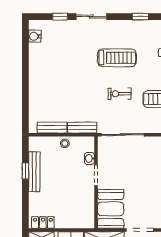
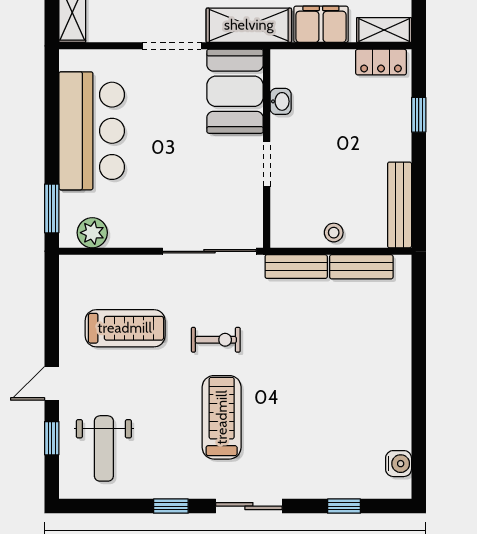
sliding door: (91, 17) -> (249, 506), moved
treadmill: (117, 58) -> (222, 417), turned 90
washbasin: (89, 158) -> (281, 101), moved
window: (25, 171) -> (419, 115), moved
bench: (34, 172) -> (400, 205), moved

